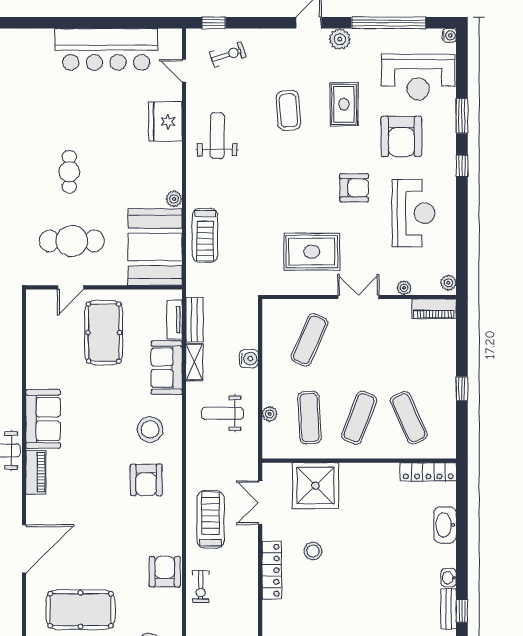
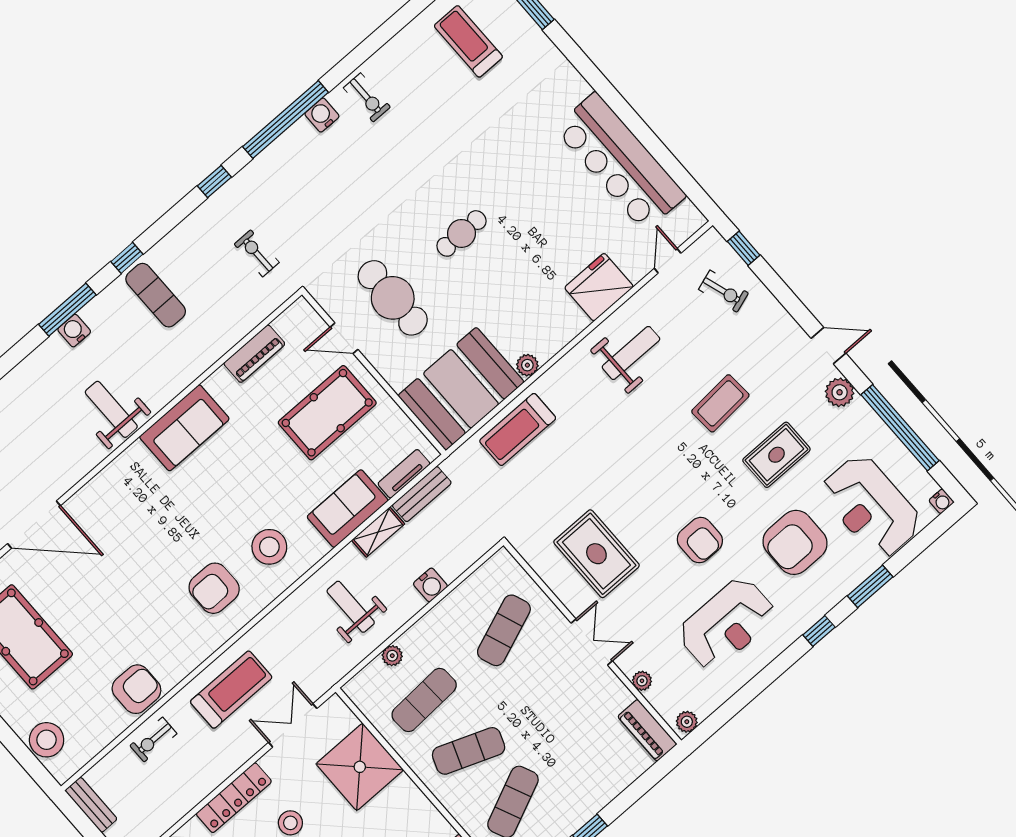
exercise mat: (309, 340) -> (504, 630), turned -45
piano: (36, 472) -> (254, 354), moved

